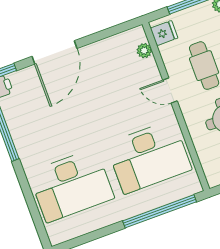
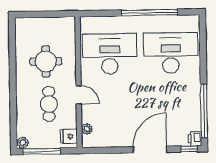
window: (160, 211) -> (149, 13), moved

